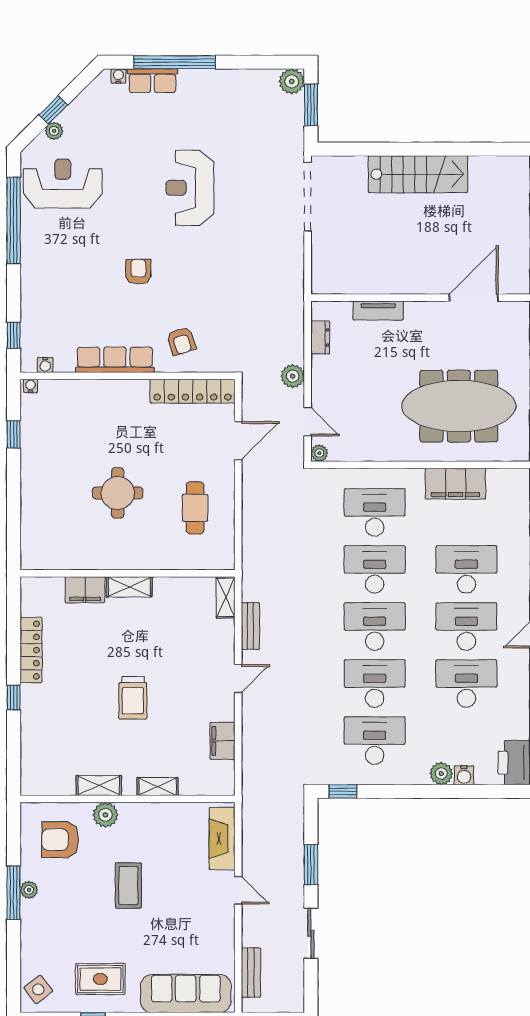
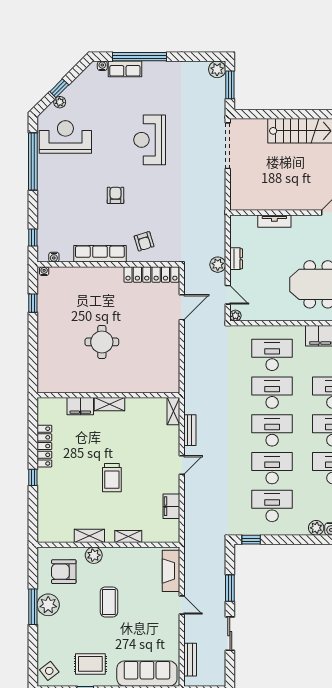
dresser: (320, 338) -> (236, 259), moved
cafe table: (195, 508) -> (153, 352), removed
plant: (29, 890) -> (48, 605), width x1.88, depth x1.88

